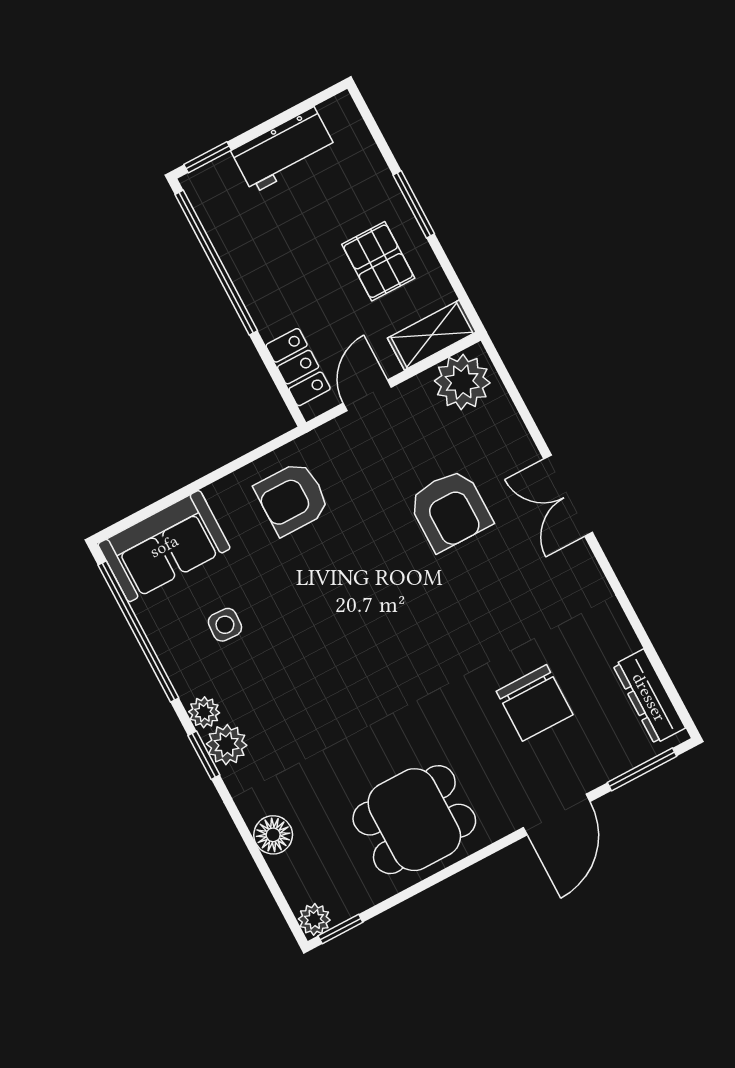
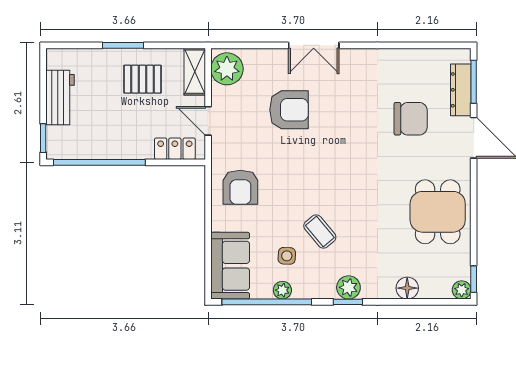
coffee table: (289, 655) -> (320, 231), added
dresser: (649, 697) -> (461, 90), moved, turned 90
plant: (204, 712) -> (282, 290), moved

